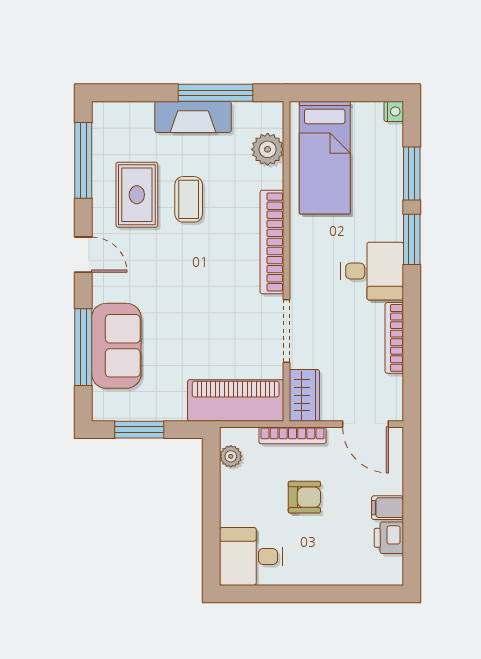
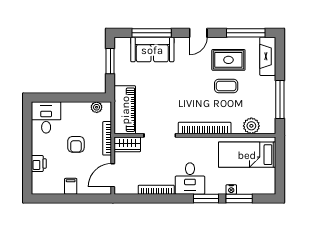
nightstand: (394, 111) -> (231, 189), moved
fireplace: (193, 117) -> (268, 56), moved
printer: (389, 538) -> (39, 164), moved, turned 90

